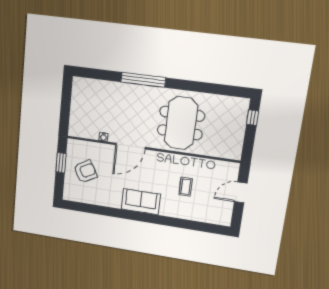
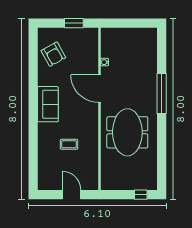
meeting table: (181, 123) -> (127, 132), turned 90
armchair: (85, 171) -> (53, 54), moved

